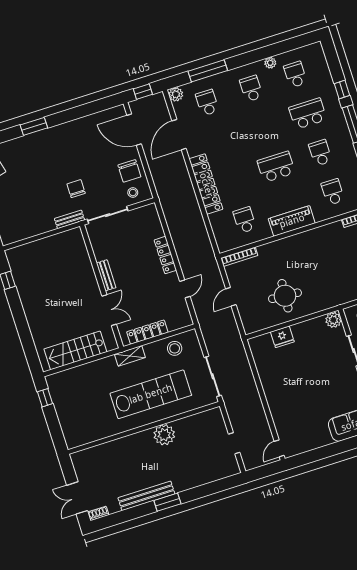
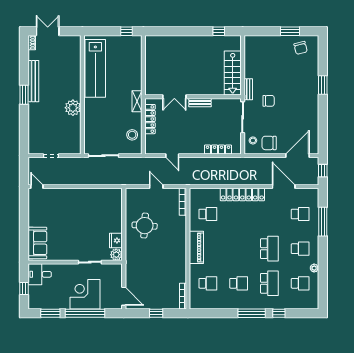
plant: (176, 94) -> (313, 194), removed
school desk: (276, 167) -> (269, 249), moved
locker: (165, 255) -> (218, 149), moved
fridge: (282, 337) -> (116, 240), moved
stairs: (75, 350) -> (233, 73), moved, turned 180
lab bench: (151, 394) -> (95, 68), moved

